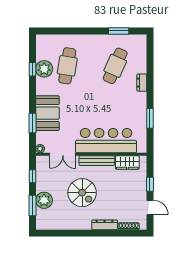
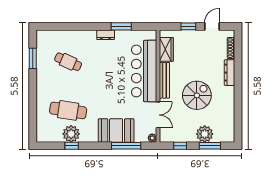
cafe table: (115, 66) -> (68, 62), width x0.73, depth x0.74
dresser: (142, 83) -> (106, 35), moved
window: (32, 123) -> (126, 146), width x1.44

